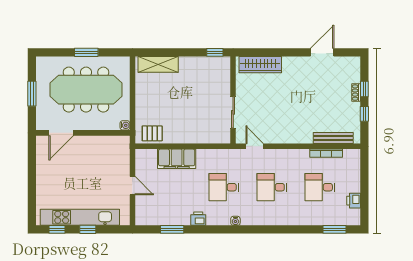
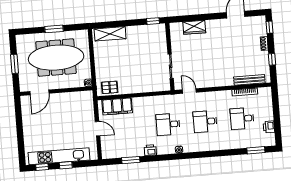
wardrobe: (260, 65) -> (194, 27), width x0.67
window: (364, 89) -> (269, 27), moved
filing cabinet: (177, 159) -> (117, 106), moved

